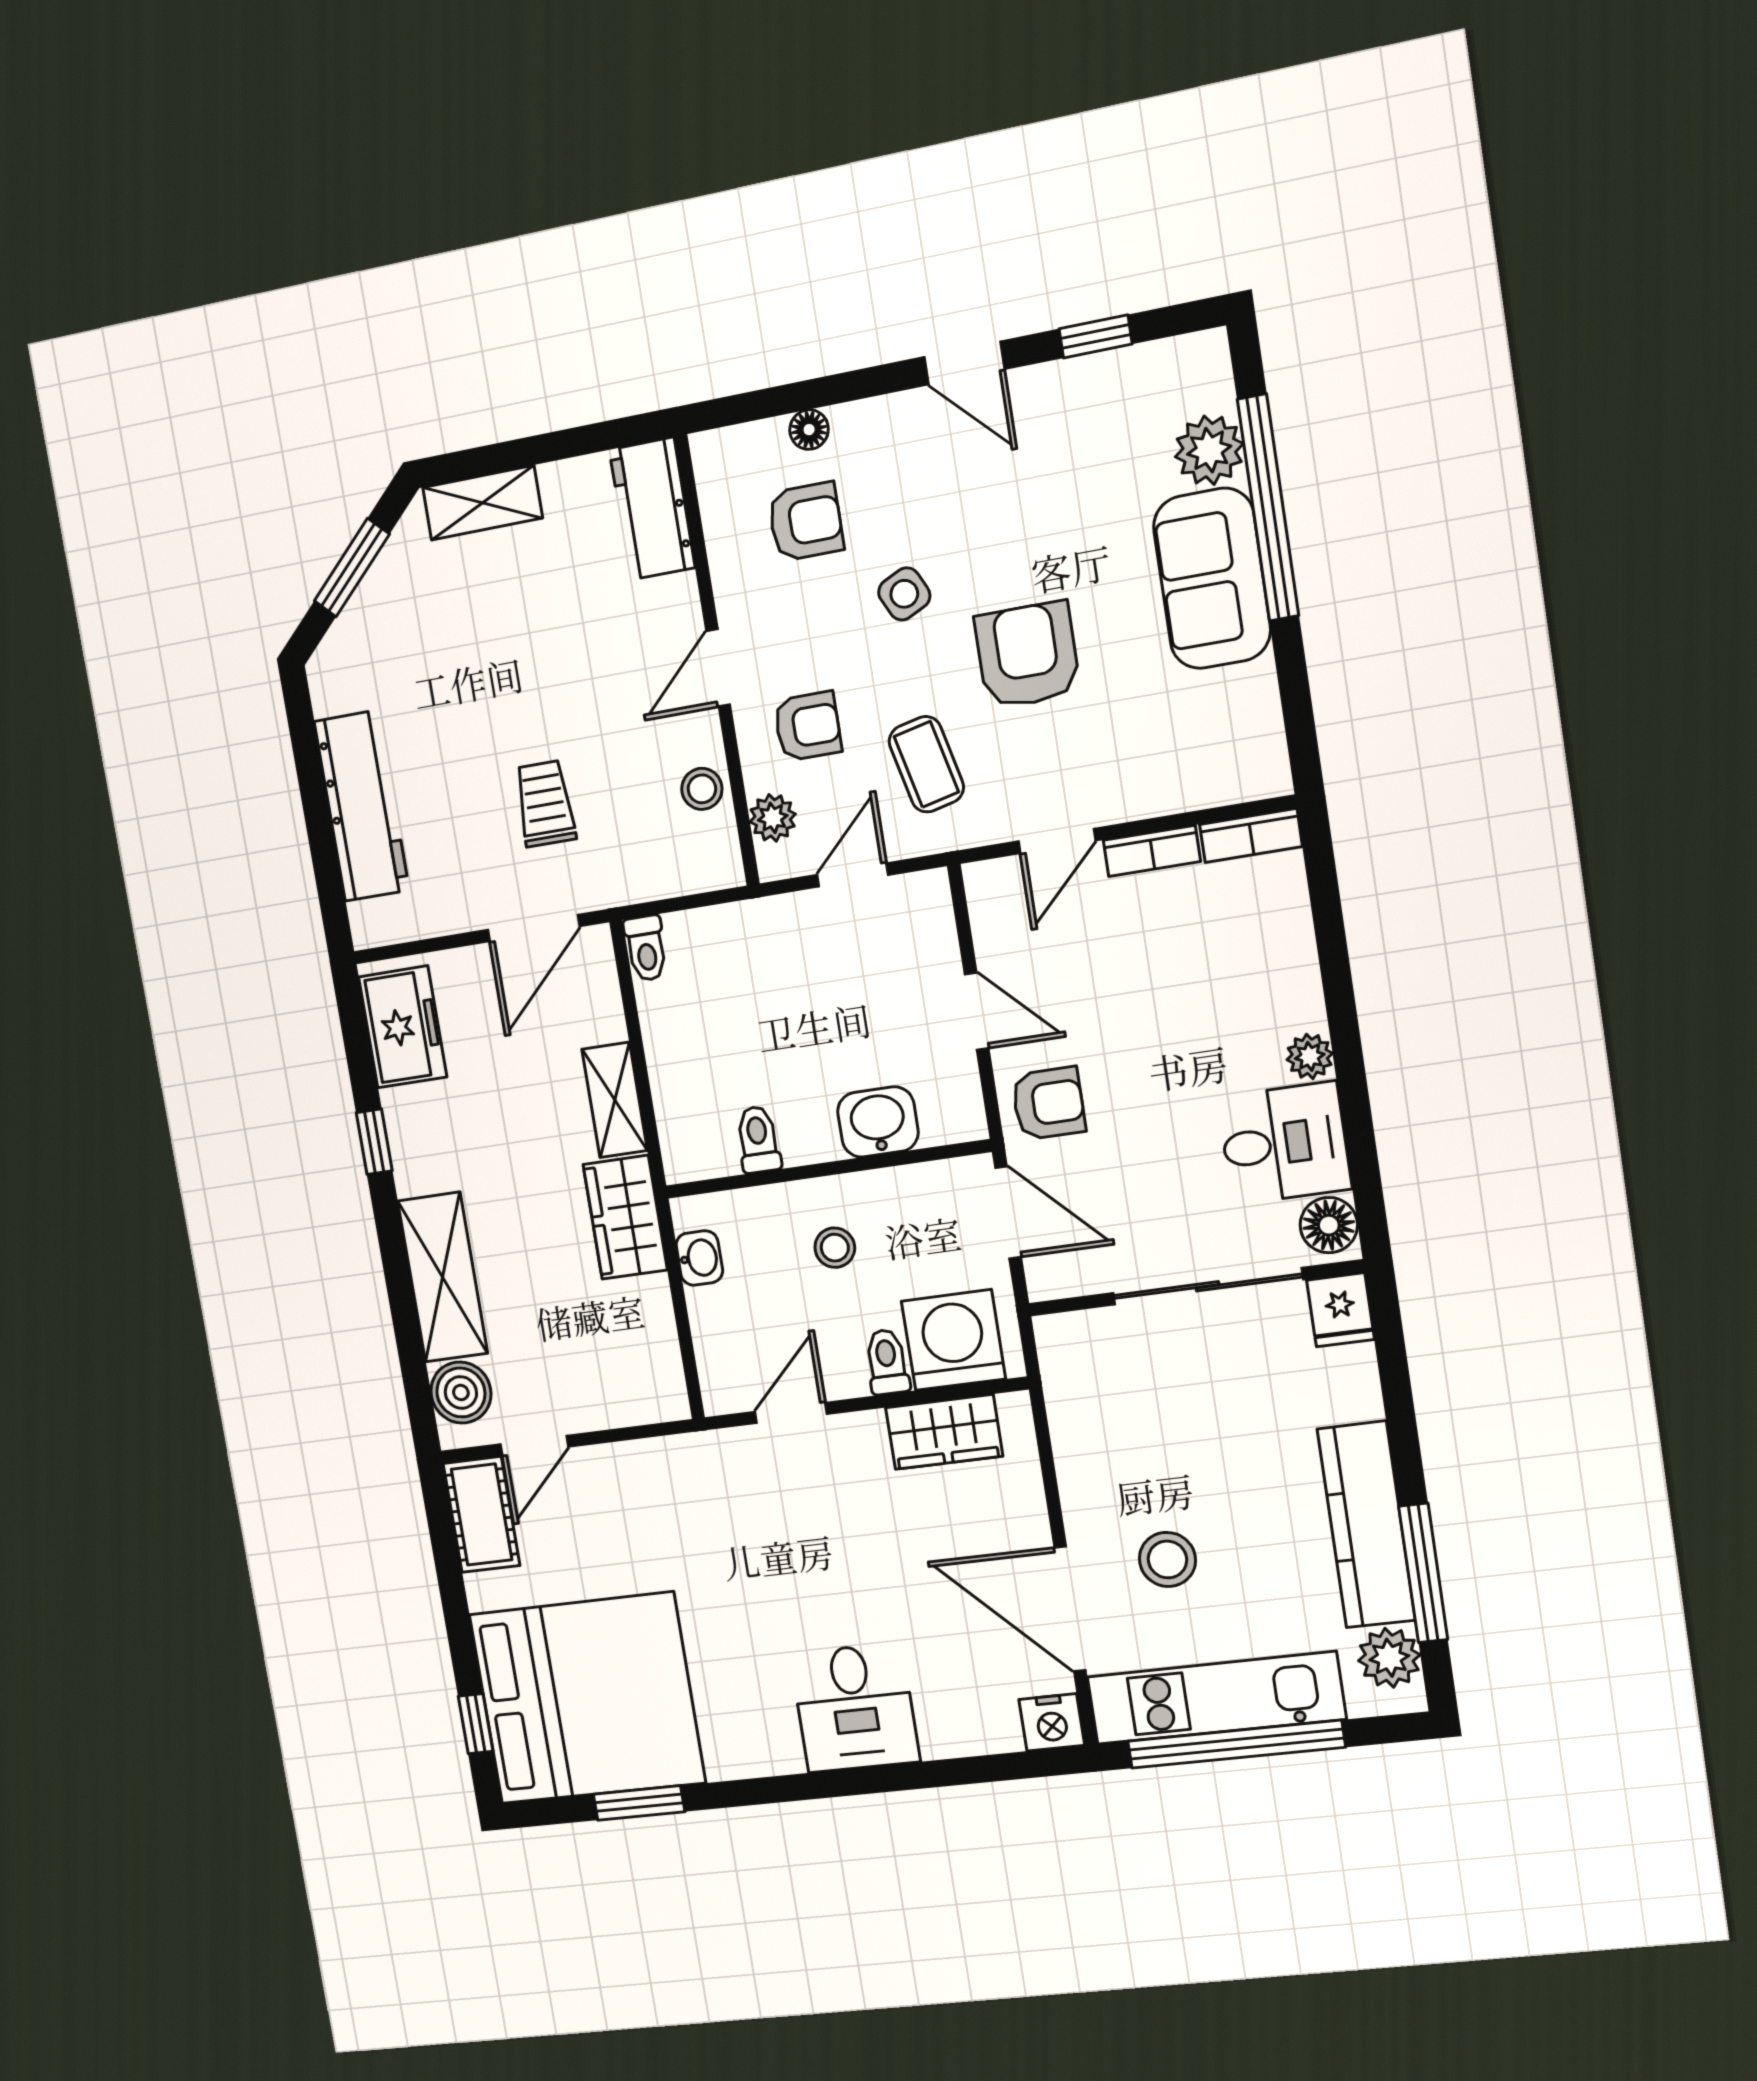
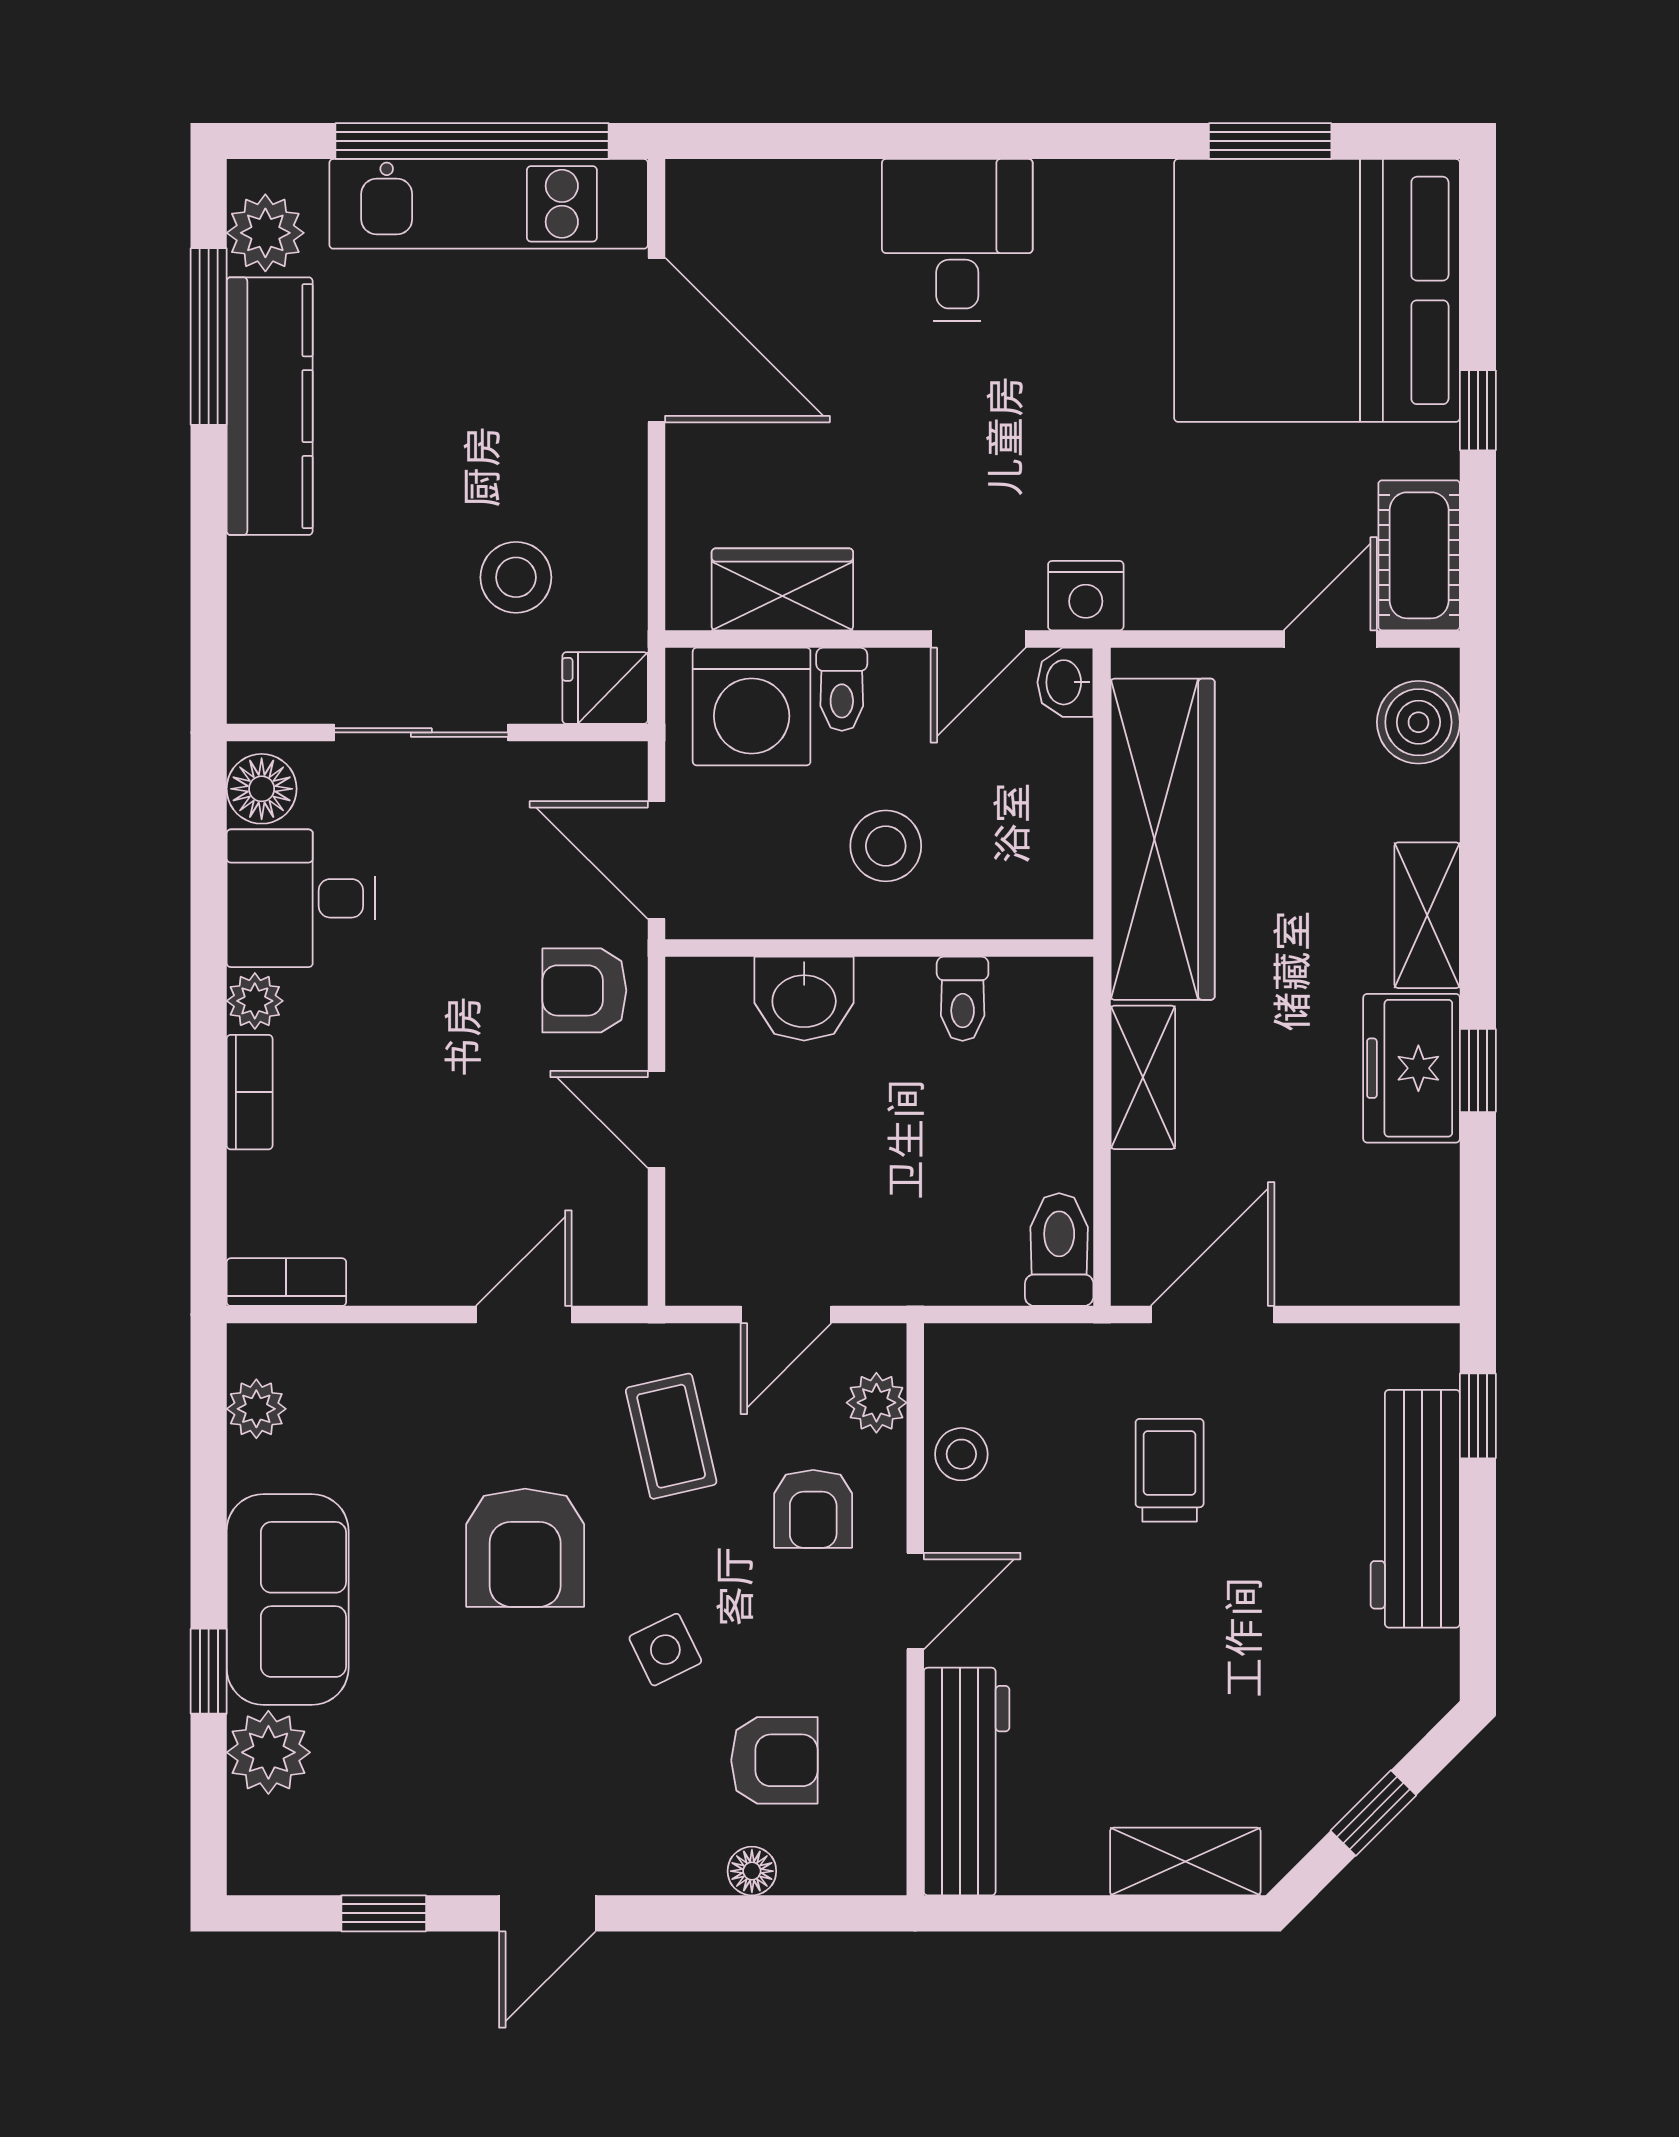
door: (964, 363) -> (547, 1913), swing flipped
window: (1268, 508) -> (209, 1671), width x0.32
workbench: (652, 509) -> (967, 1782), width x1.38
armchair: (806, 522) -> (774, 1760), turned 180
window: (352, 568) -> (1373, 1813), width x0.67
armchair: (808, 726) -> (813, 1509), turned -90
plant: (1260, 729) -> (256, 1409), added
trolley: (545, 804) -> (1170, 1470), turned 180
bookcase: (1152, 851) -> (250, 1092), moved, turned 90
window: (329, 884) -> (1478, 1416), added
toilet: (646, 948) -> (1059, 1250), width x1.37, depth x1.39
freezer: (403, 1027) -> (1412, 1068), moved
wardrobe: (625, 1217) -> (1163, 839), width x2.10, depth x1.17
stool: (835, 1248) -> (886, 846), width x1.37, depth x1.37
washbasin: (699, 1258) -> (1065, 682), moved
shelving: (443, 1277) -> (1427, 915), width x0.67, depth x0.75
sliding door: (1207, 1286) -> (421, 732), width x0.73
fridge: (1340, 1310) -> (605, 688), moved, turned -90
stool: (1167, 1559) -> (516, 577), moved
nightstand: (1052, 1722) -> (1086, 596), moved, turned 180
window: (476, 1724) -> (1478, 410), moved

